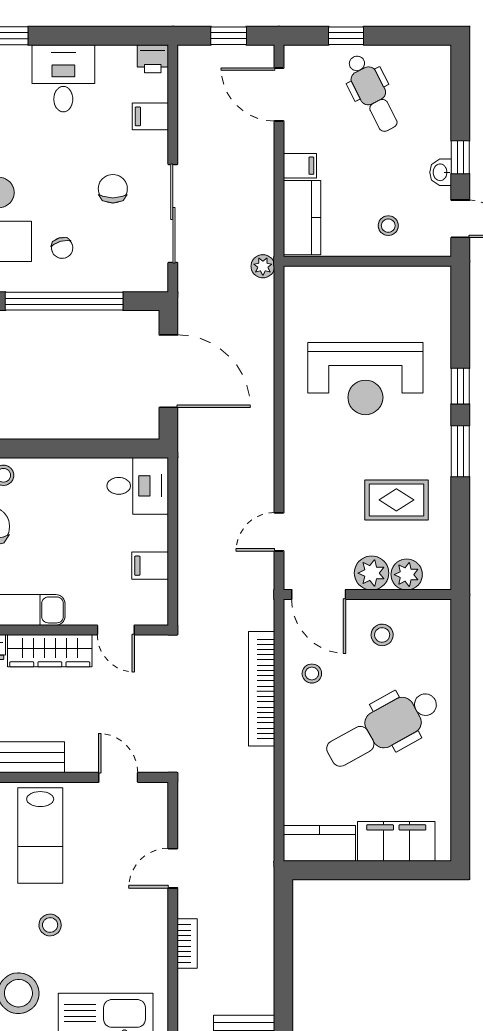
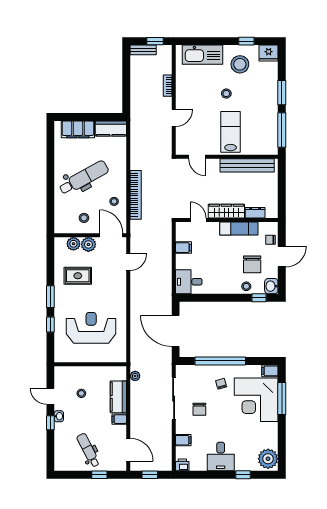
wall: (367, 261) -> (90, 364), moved

